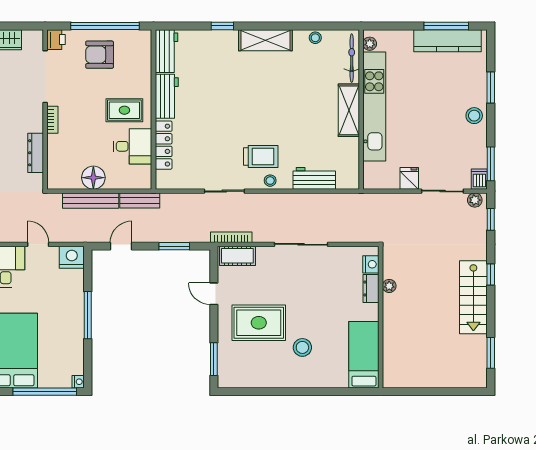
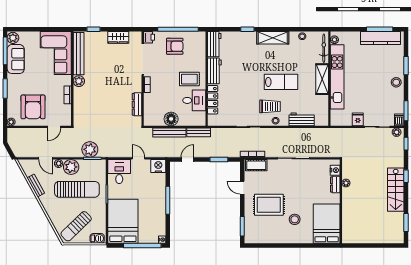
armchair: (100, 55) -> (175, 46), turned 180
lab bench: (279, 115) -> (281, 82), added
bed: (364, 355) -> (327, 224), width x1.50

